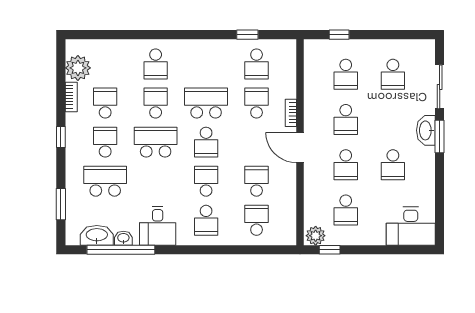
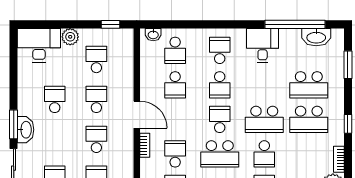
school desk: (105, 103) -> (309, 154), removed
school desk: (257, 103) -> (175, 154), turned 180
school desk: (105, 142) -> (309, 119), width x1.85
plant: (316, 236) -> (70, 37), moved
washbasin: (123, 238) -> (153, 35), moved

